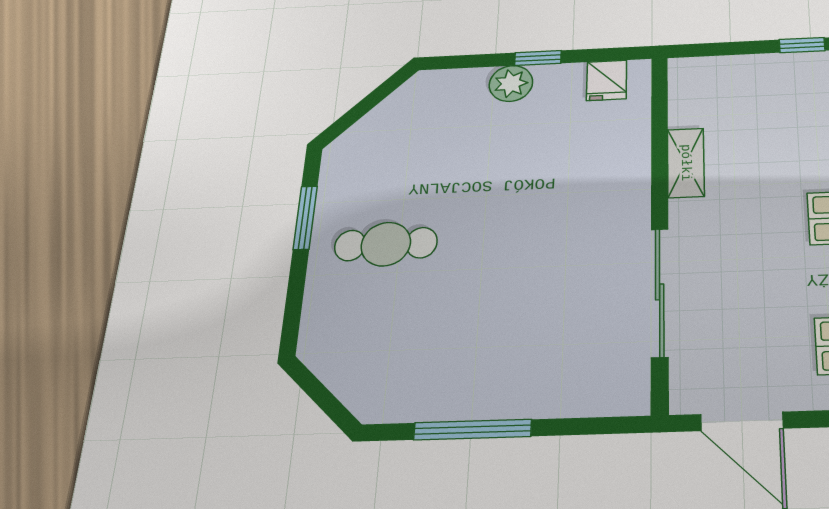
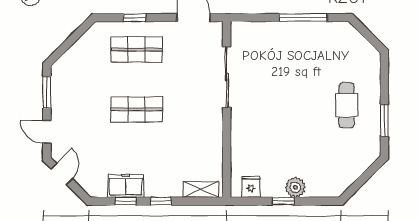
shelving: (686, 163) -> (201, 189), moved, turned 90
cafe table: (386, 244) -> (347, 105), turned 90

